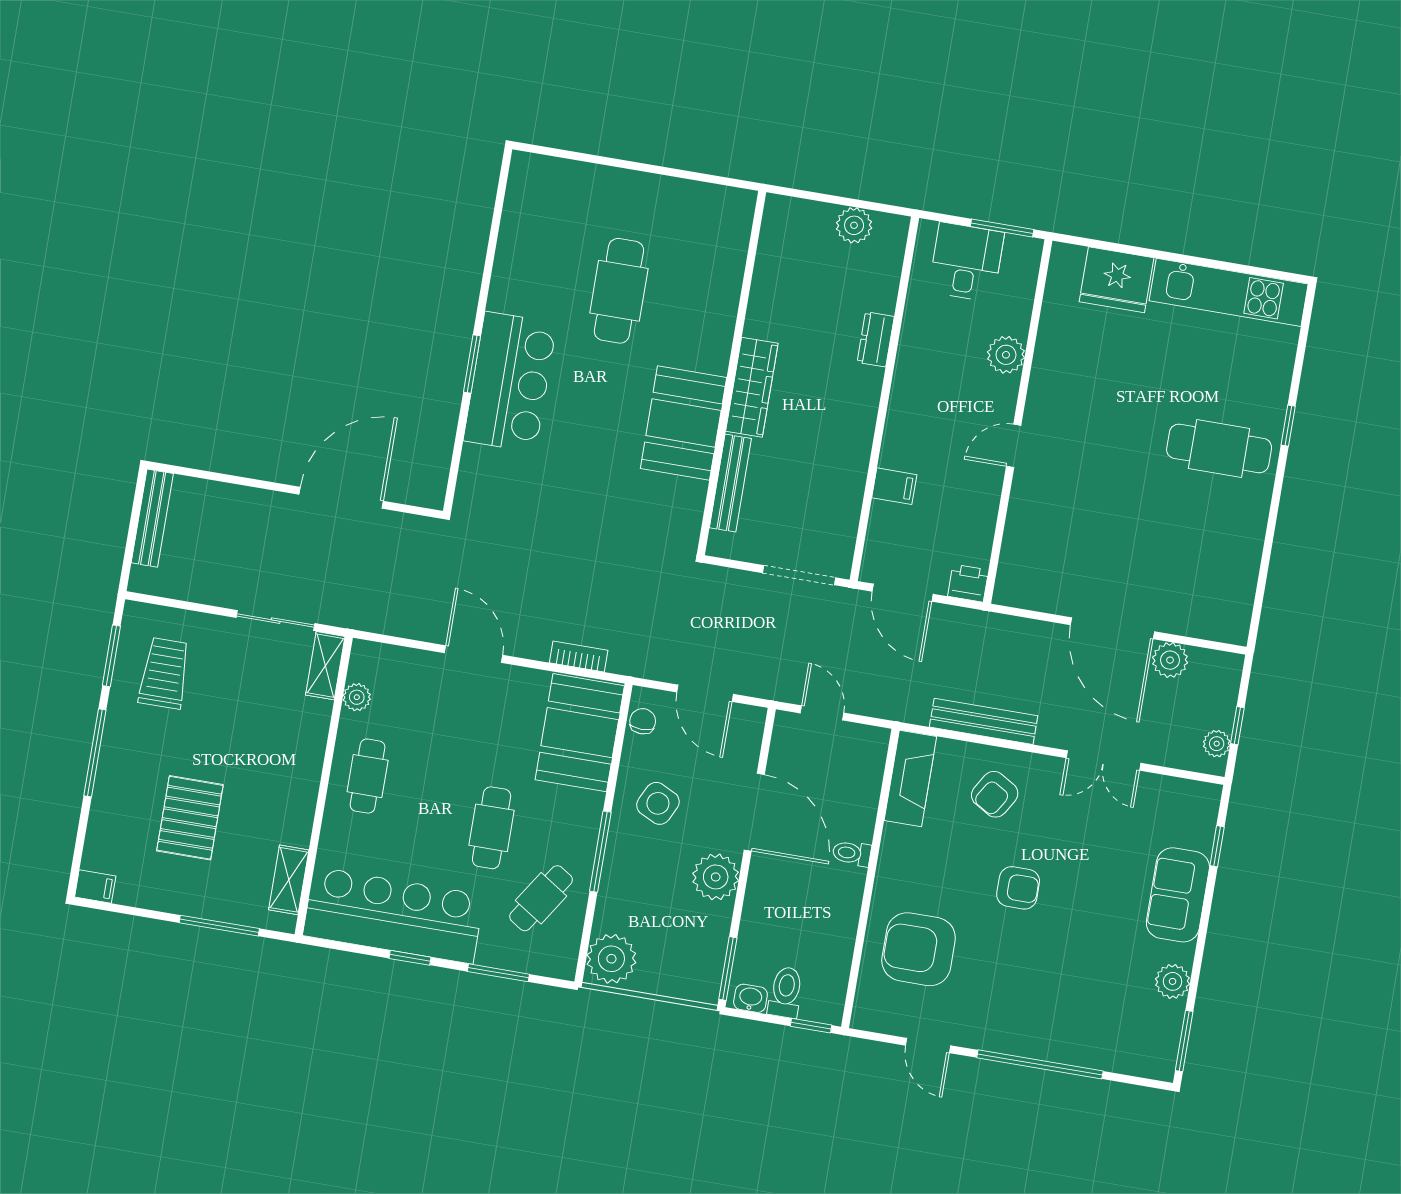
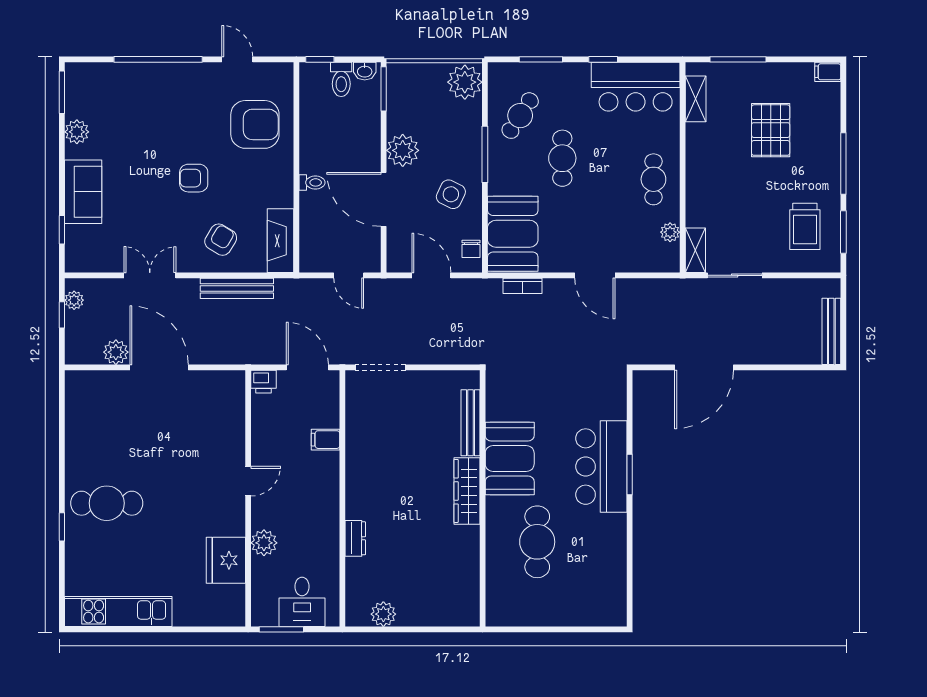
fridge: (1117, 280) -> (226, 560), moved, turned -90
wall: (731, 373) -> (483, 498), moved
wardrobe: (752, 387) -> (467, 491), moved
booth: (684, 423) -> (510, 459), moved
bench: (730, 483) -> (470, 423), moved
bar counter: (393, 915) -> (636, 87), width x0.73

